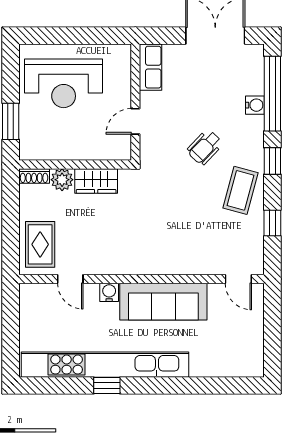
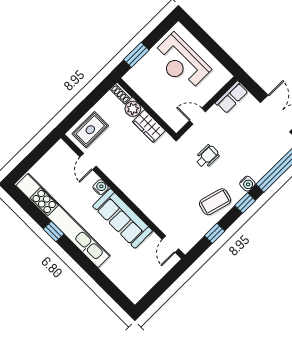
water cooler: (255, 105) -> (247, 184), moved
wheelchair: (205, 147) -> (207, 157), moved, turned 137

